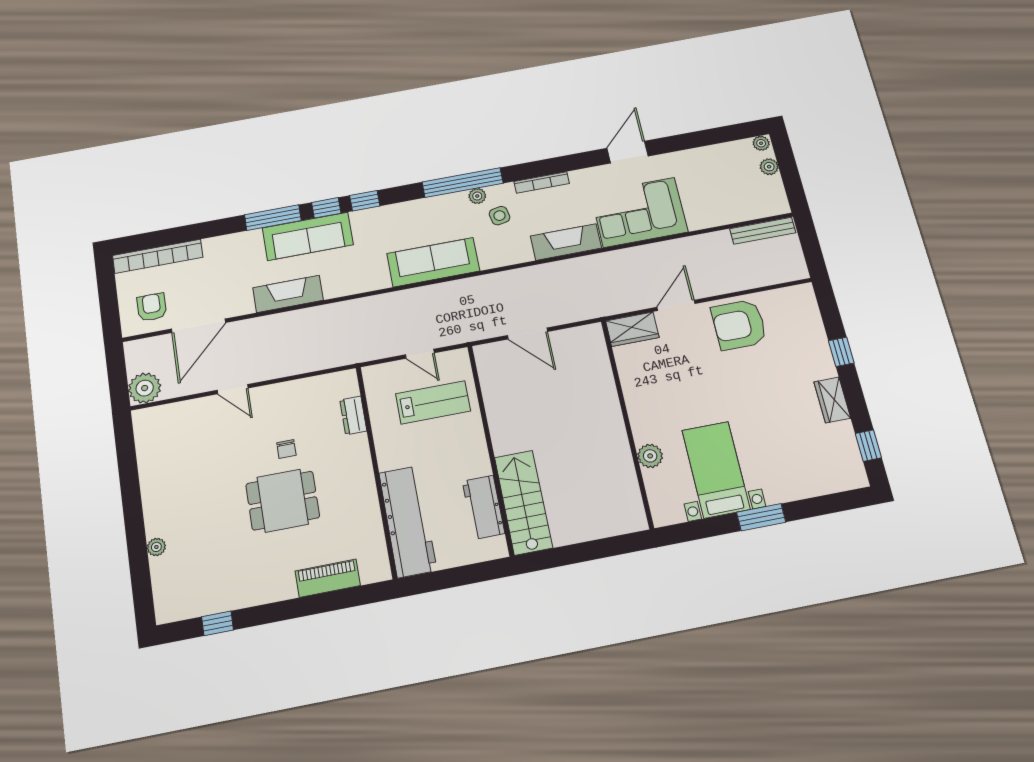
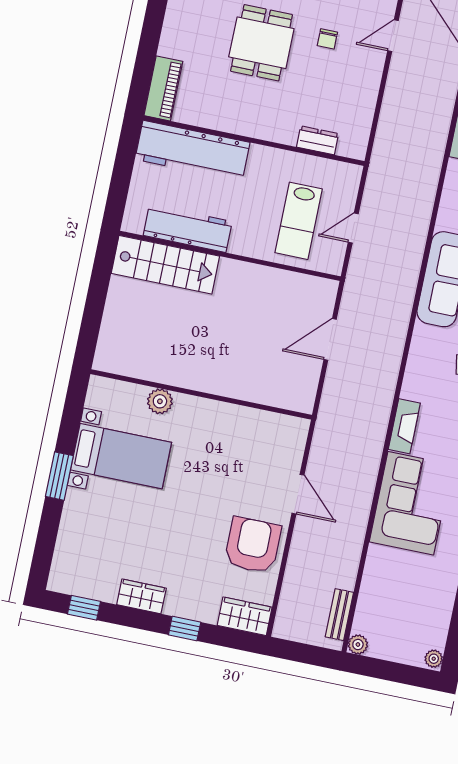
plant: (769, 167) -> (358, 645), moved
bench: (763, 231) -> (339, 615), width x0.73
fireplace: (566, 242) -> (404, 426), width x0.73, depth x0.76
wardrobe: (632, 329) -> (245, 616), moved, turned 90
chair: (286, 449) -> (327, 39), moved, turned -90
workbench: (483, 507) -> (188, 228), width x1.38
piano: (328, 578) -> (163, 88), moved

